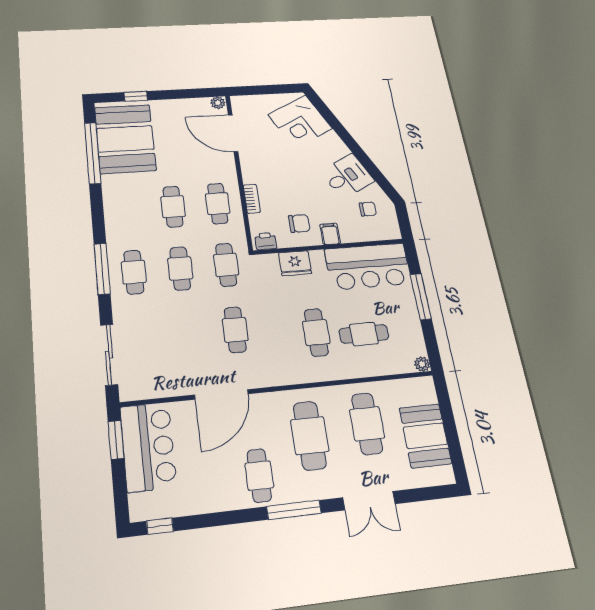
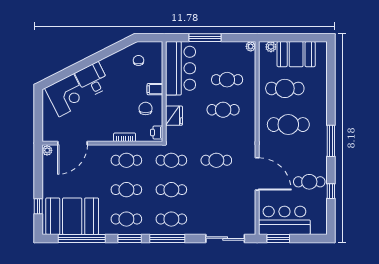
desk: (347, 176) -> (93, 80), moved
cafe table: (128, 210) -> (126, 219), added
window: (98, 216) -> (130, 238), added
cafe table: (364, 334) -> (227, 80), turned 90
plant: (428, 395) -> (271, 47), added
cafe table: (259, 476) -> (309, 182), moved
double door: (369, 501) -> (331, 96), removed
window: (160, 526) -> (331, 191), moved

